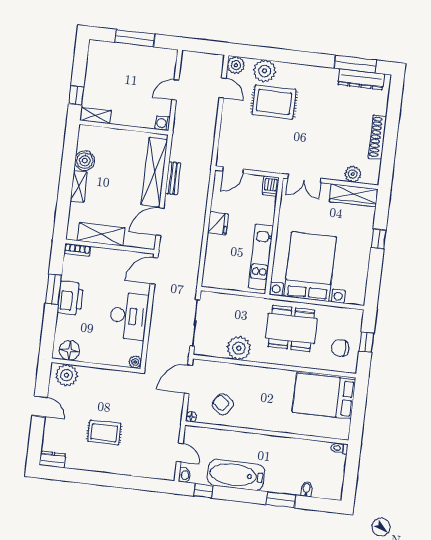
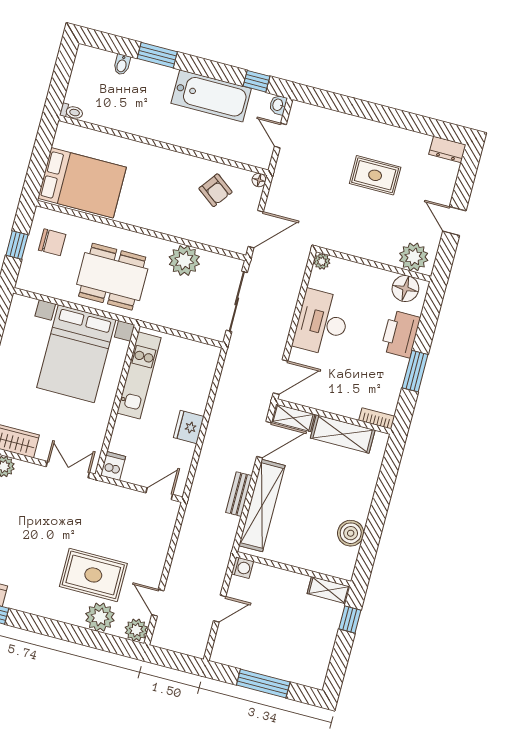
shelving: (79, 186) -> (293, 418), moved, turned 90
printer: (70, 298) -> (401, 334), moved

